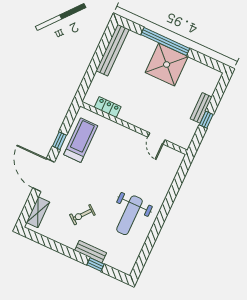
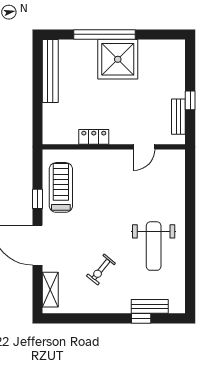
locker: (108, 107) -> (94, 137), moved
bench: (201, 108) -> (178, 117), moved
door: (156, 138) -> (144, 147), hinge flipped
bench: (91, 252) -> (150, 306), moved

